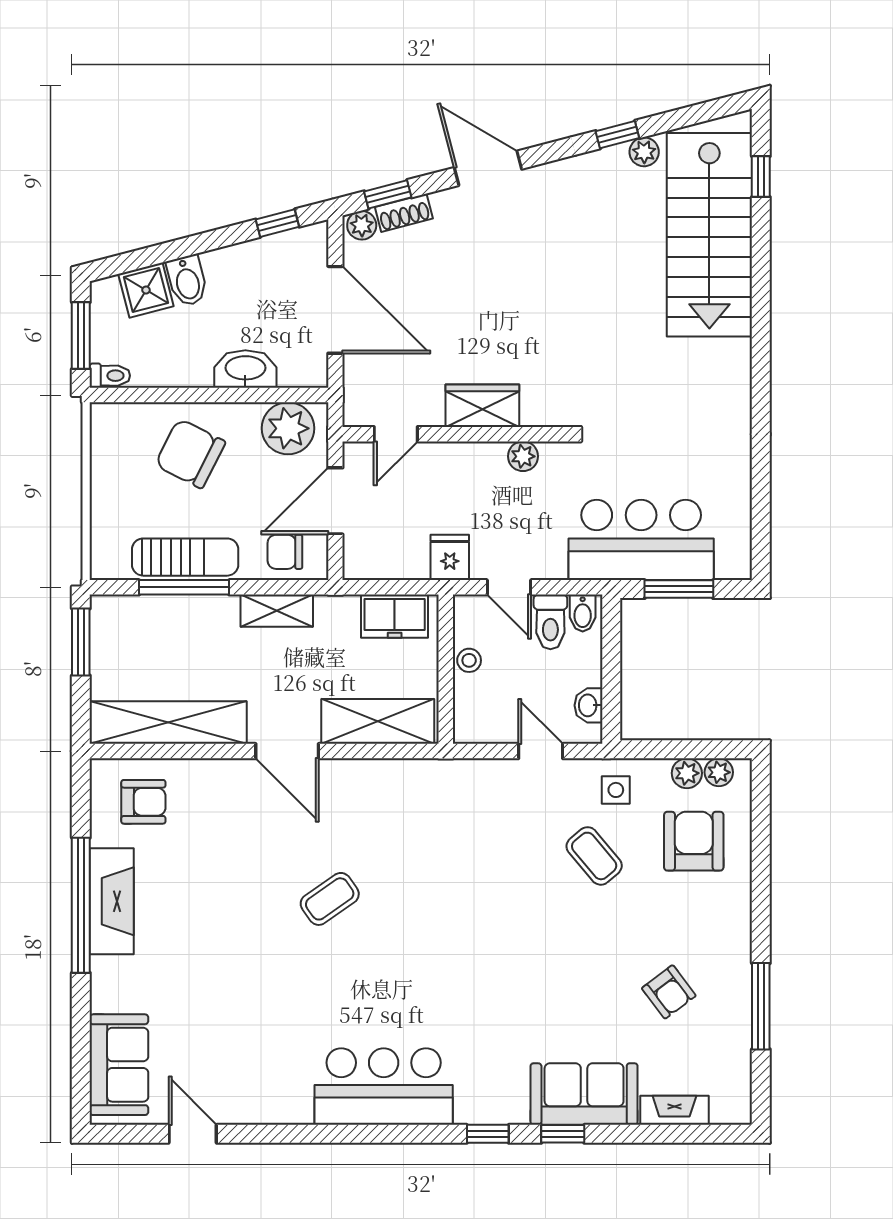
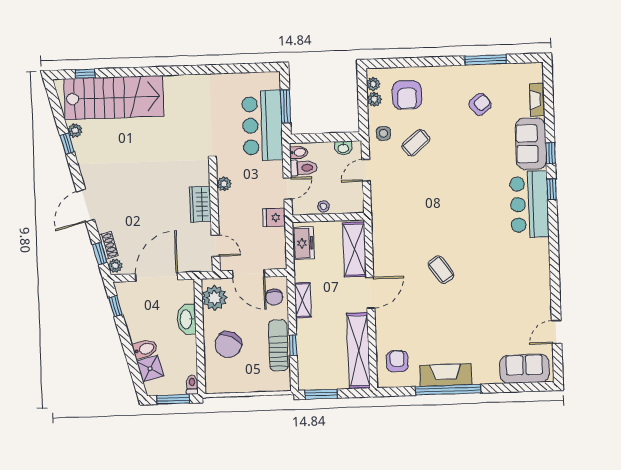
window: (184, 587) -> (293, 345), width x0.46
armchair: (694, 841) -> (407, 95), turned -90
bar counter: (384, 1087) -> (529, 204), moved

